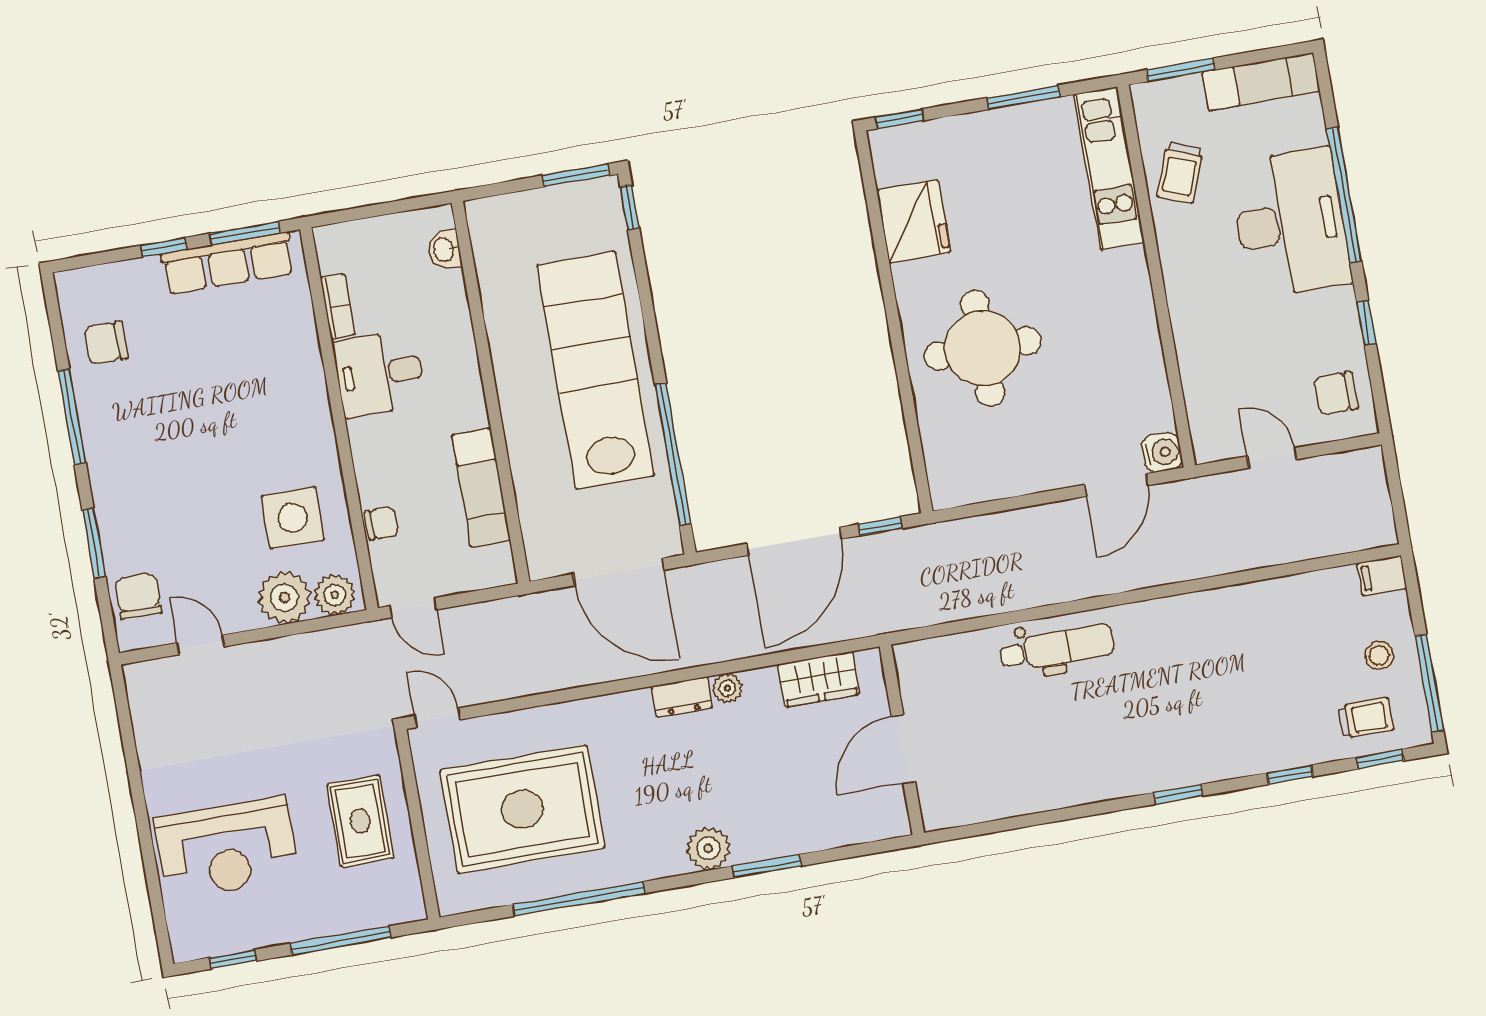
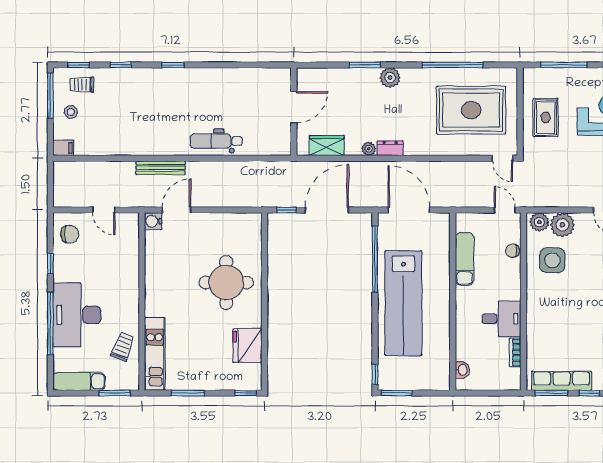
bench: (1166, 570) -> (161, 168), added

